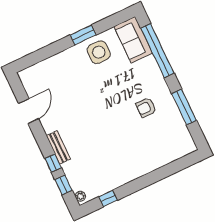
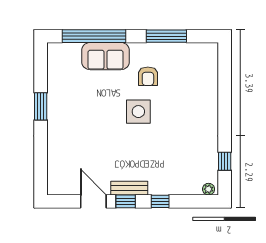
sofa: (133, 40) -> (106, 56), moved
side table: (99, 52) -> (138, 112), moved
bench: (58, 147) -> (129, 188), moved
window: (63, 185) -> (126, 201), moved

